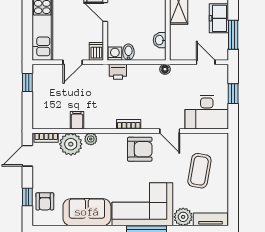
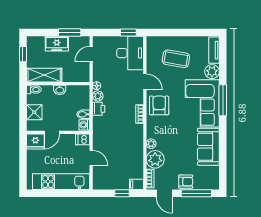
washbasin: (160, 40) -> (60, 90), moved
plant: (152, 71) -> (98, 96), added
printer: (118, 72) -> (99, 109), moved
window: (27, 82) -> (122, 193), moved
window: (233, 94) -> (128, 33), moved
filing cabinet: (77, 120) -> (136, 184), moved
door: (170, 131) -> (145, 82), hinge flipped
window: (27, 197) -> (196, 193), width x2.17
armchair: (45, 201) -> (186, 182), moved

